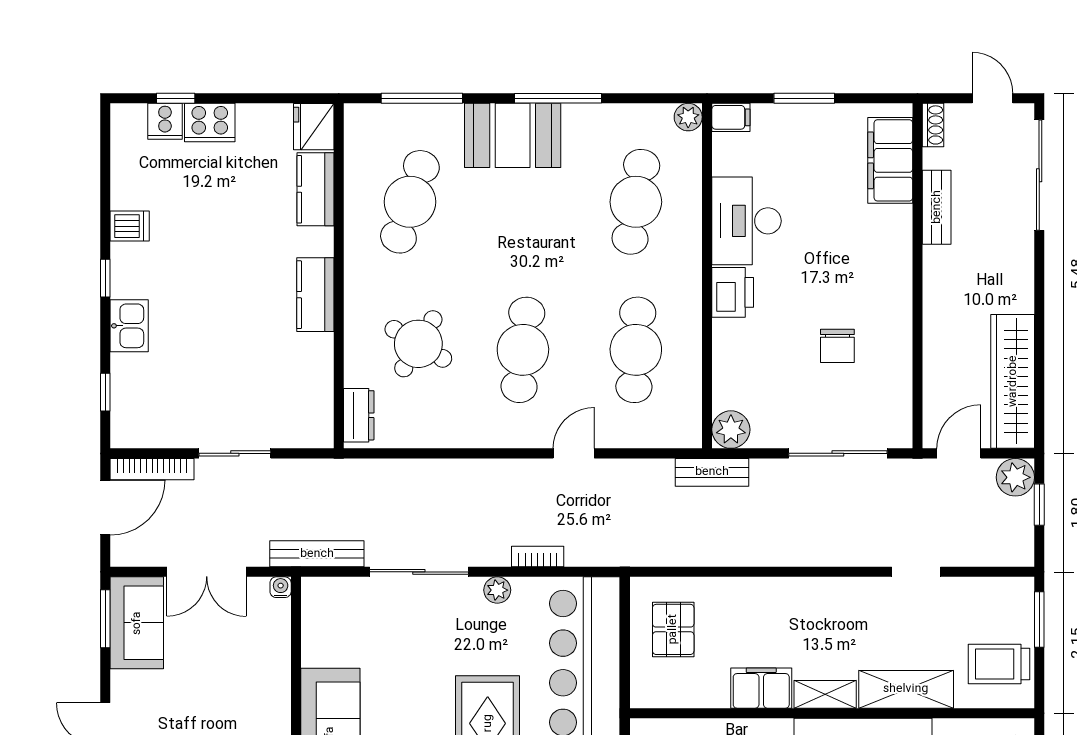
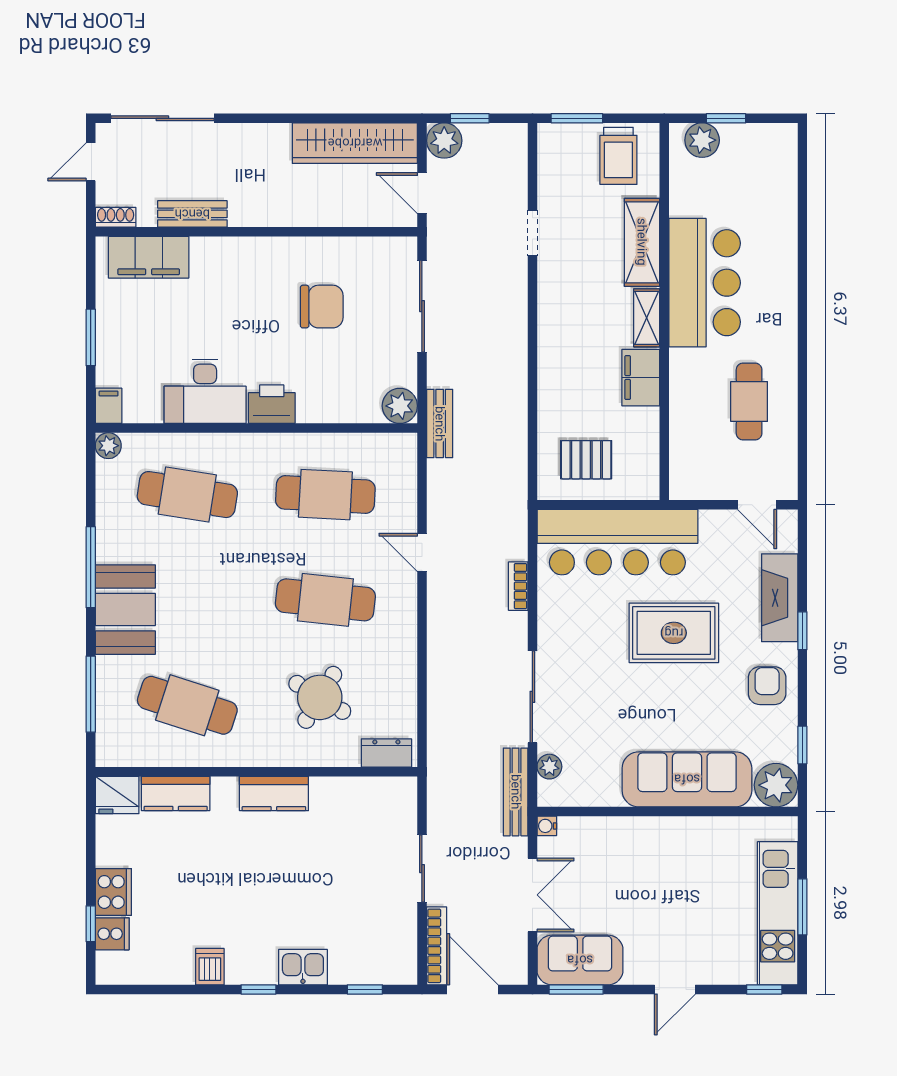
chair: (837, 346) -> (322, 307), width x1.37, depth x1.37
plant: (497, 590) -> (549, 767), moved

